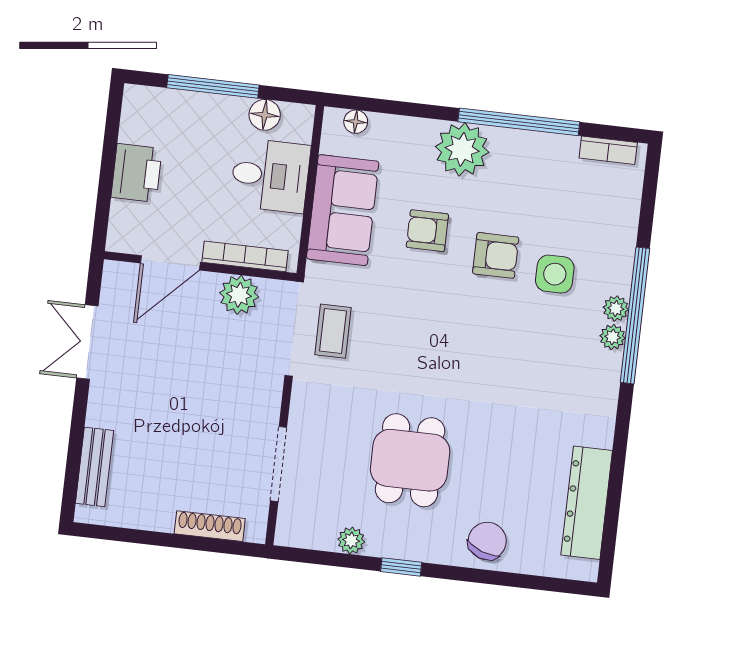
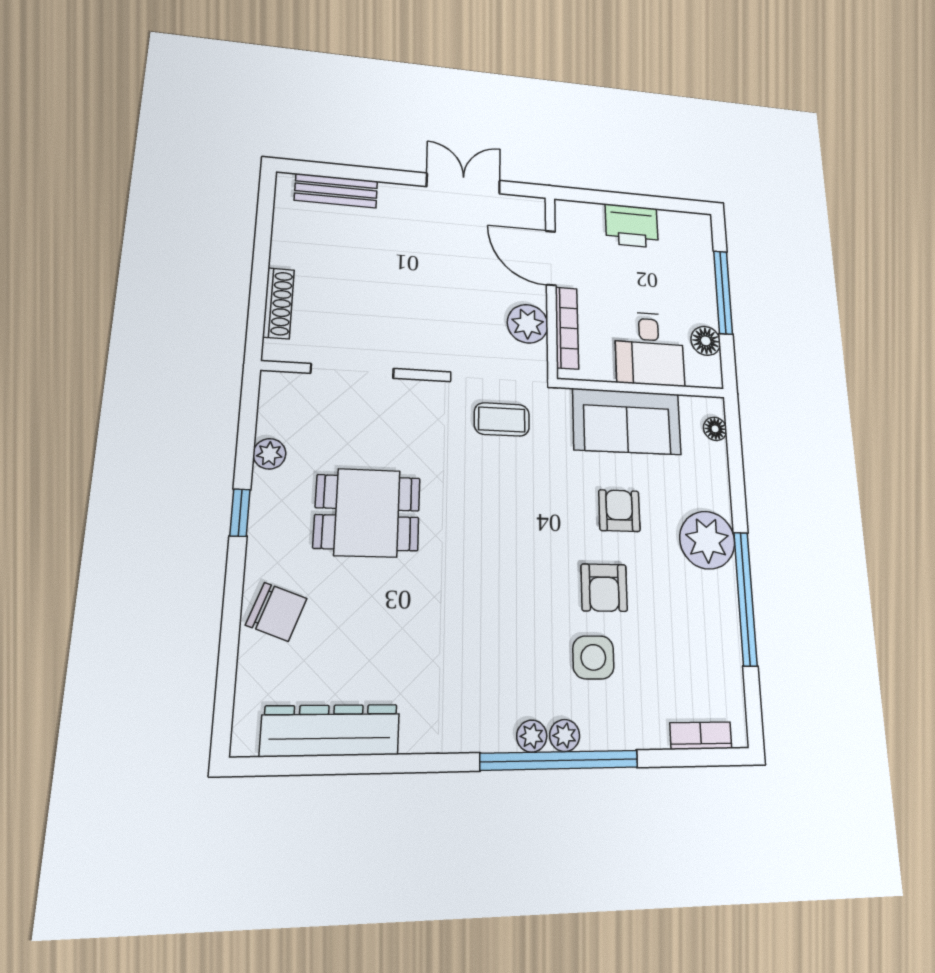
bookcase: (608, 150) -> (701, 736), moved, turned 90

